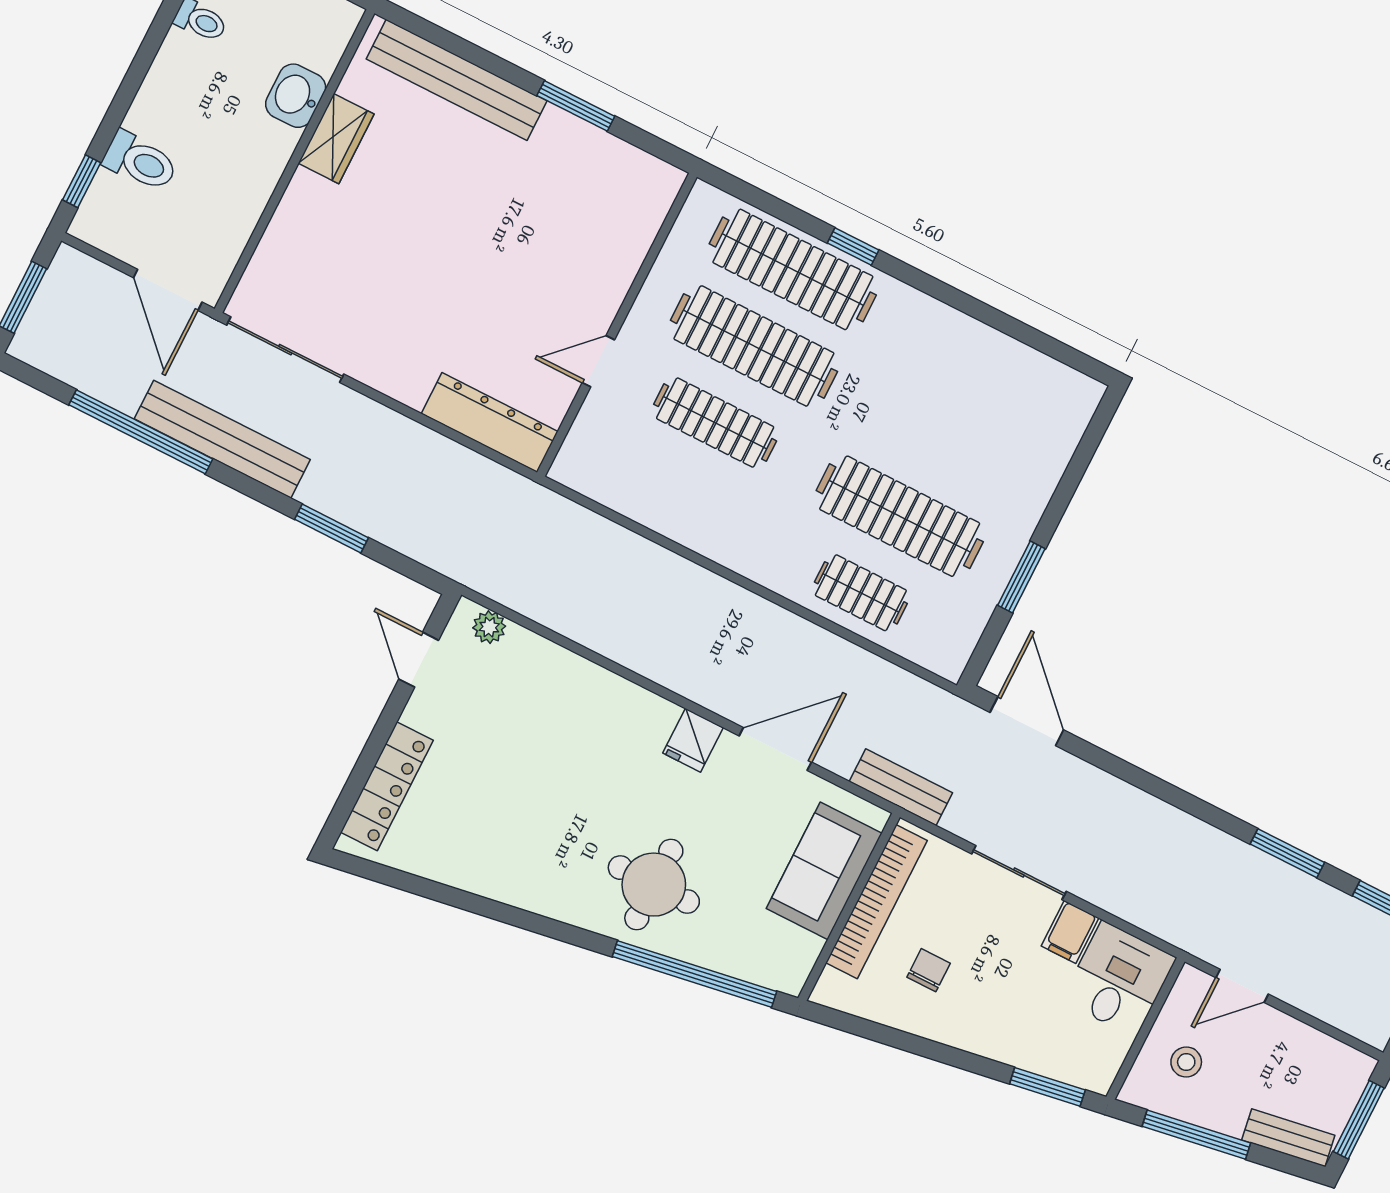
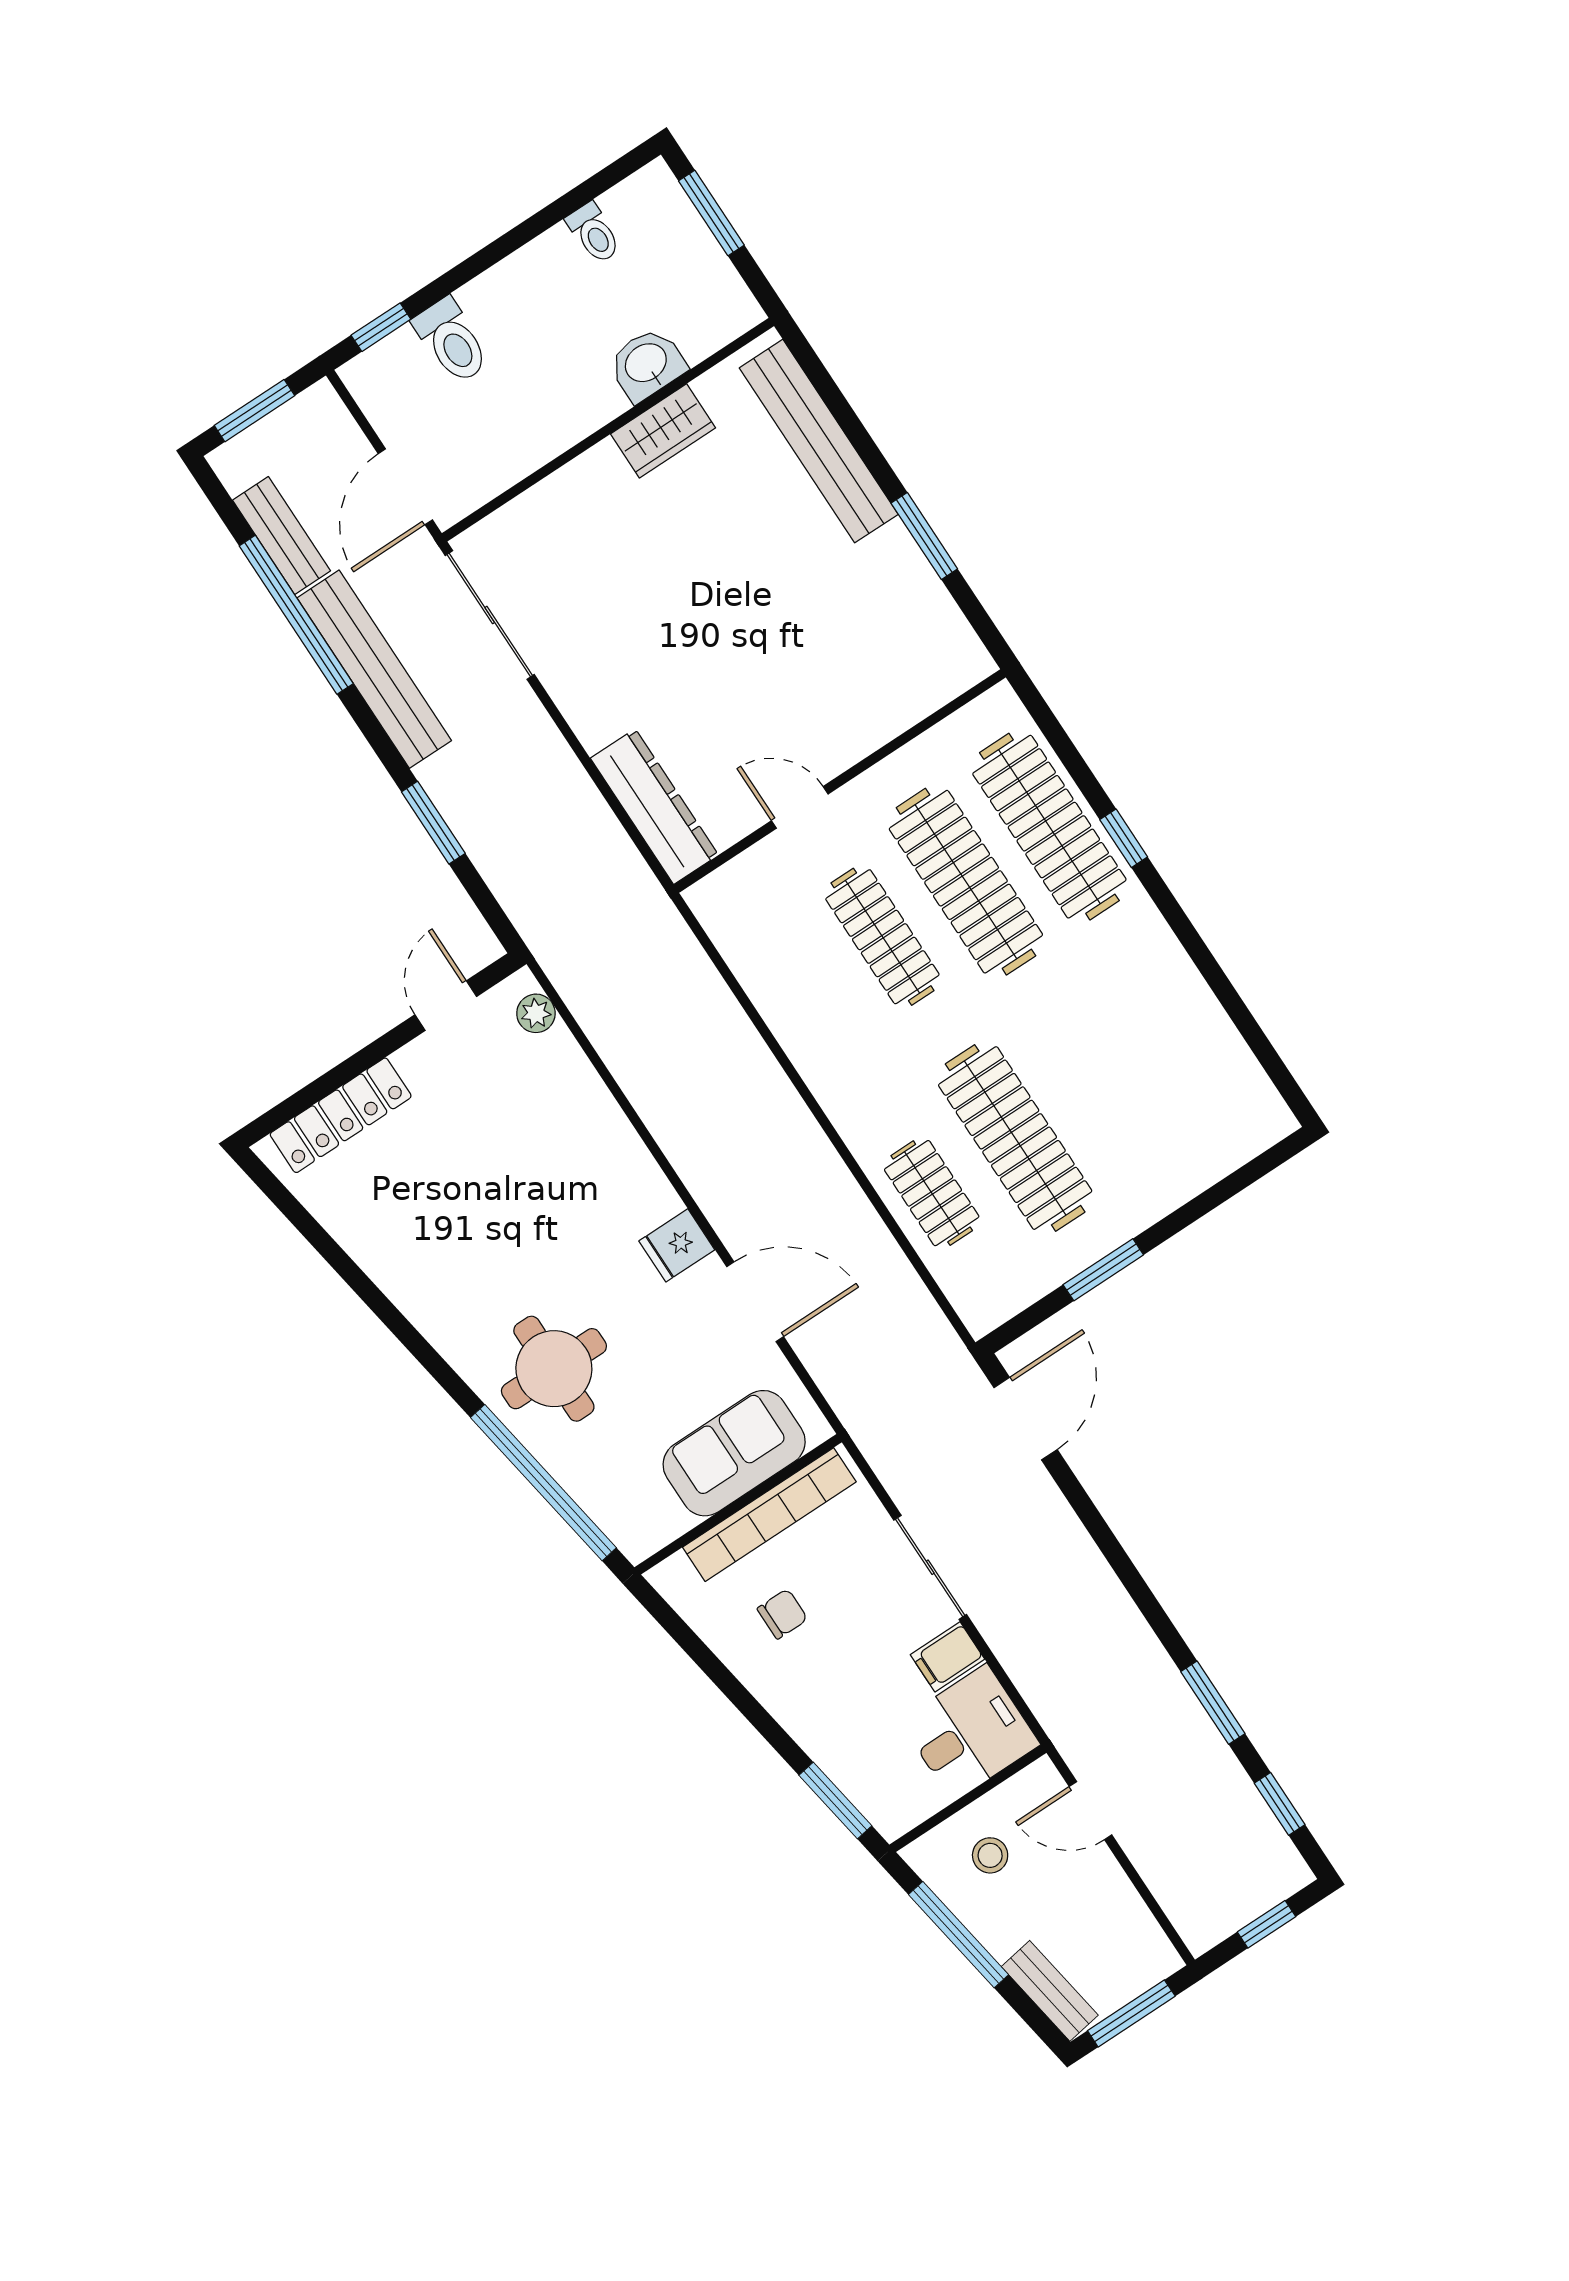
bench: (901, 787) -> (282, 536), moved

